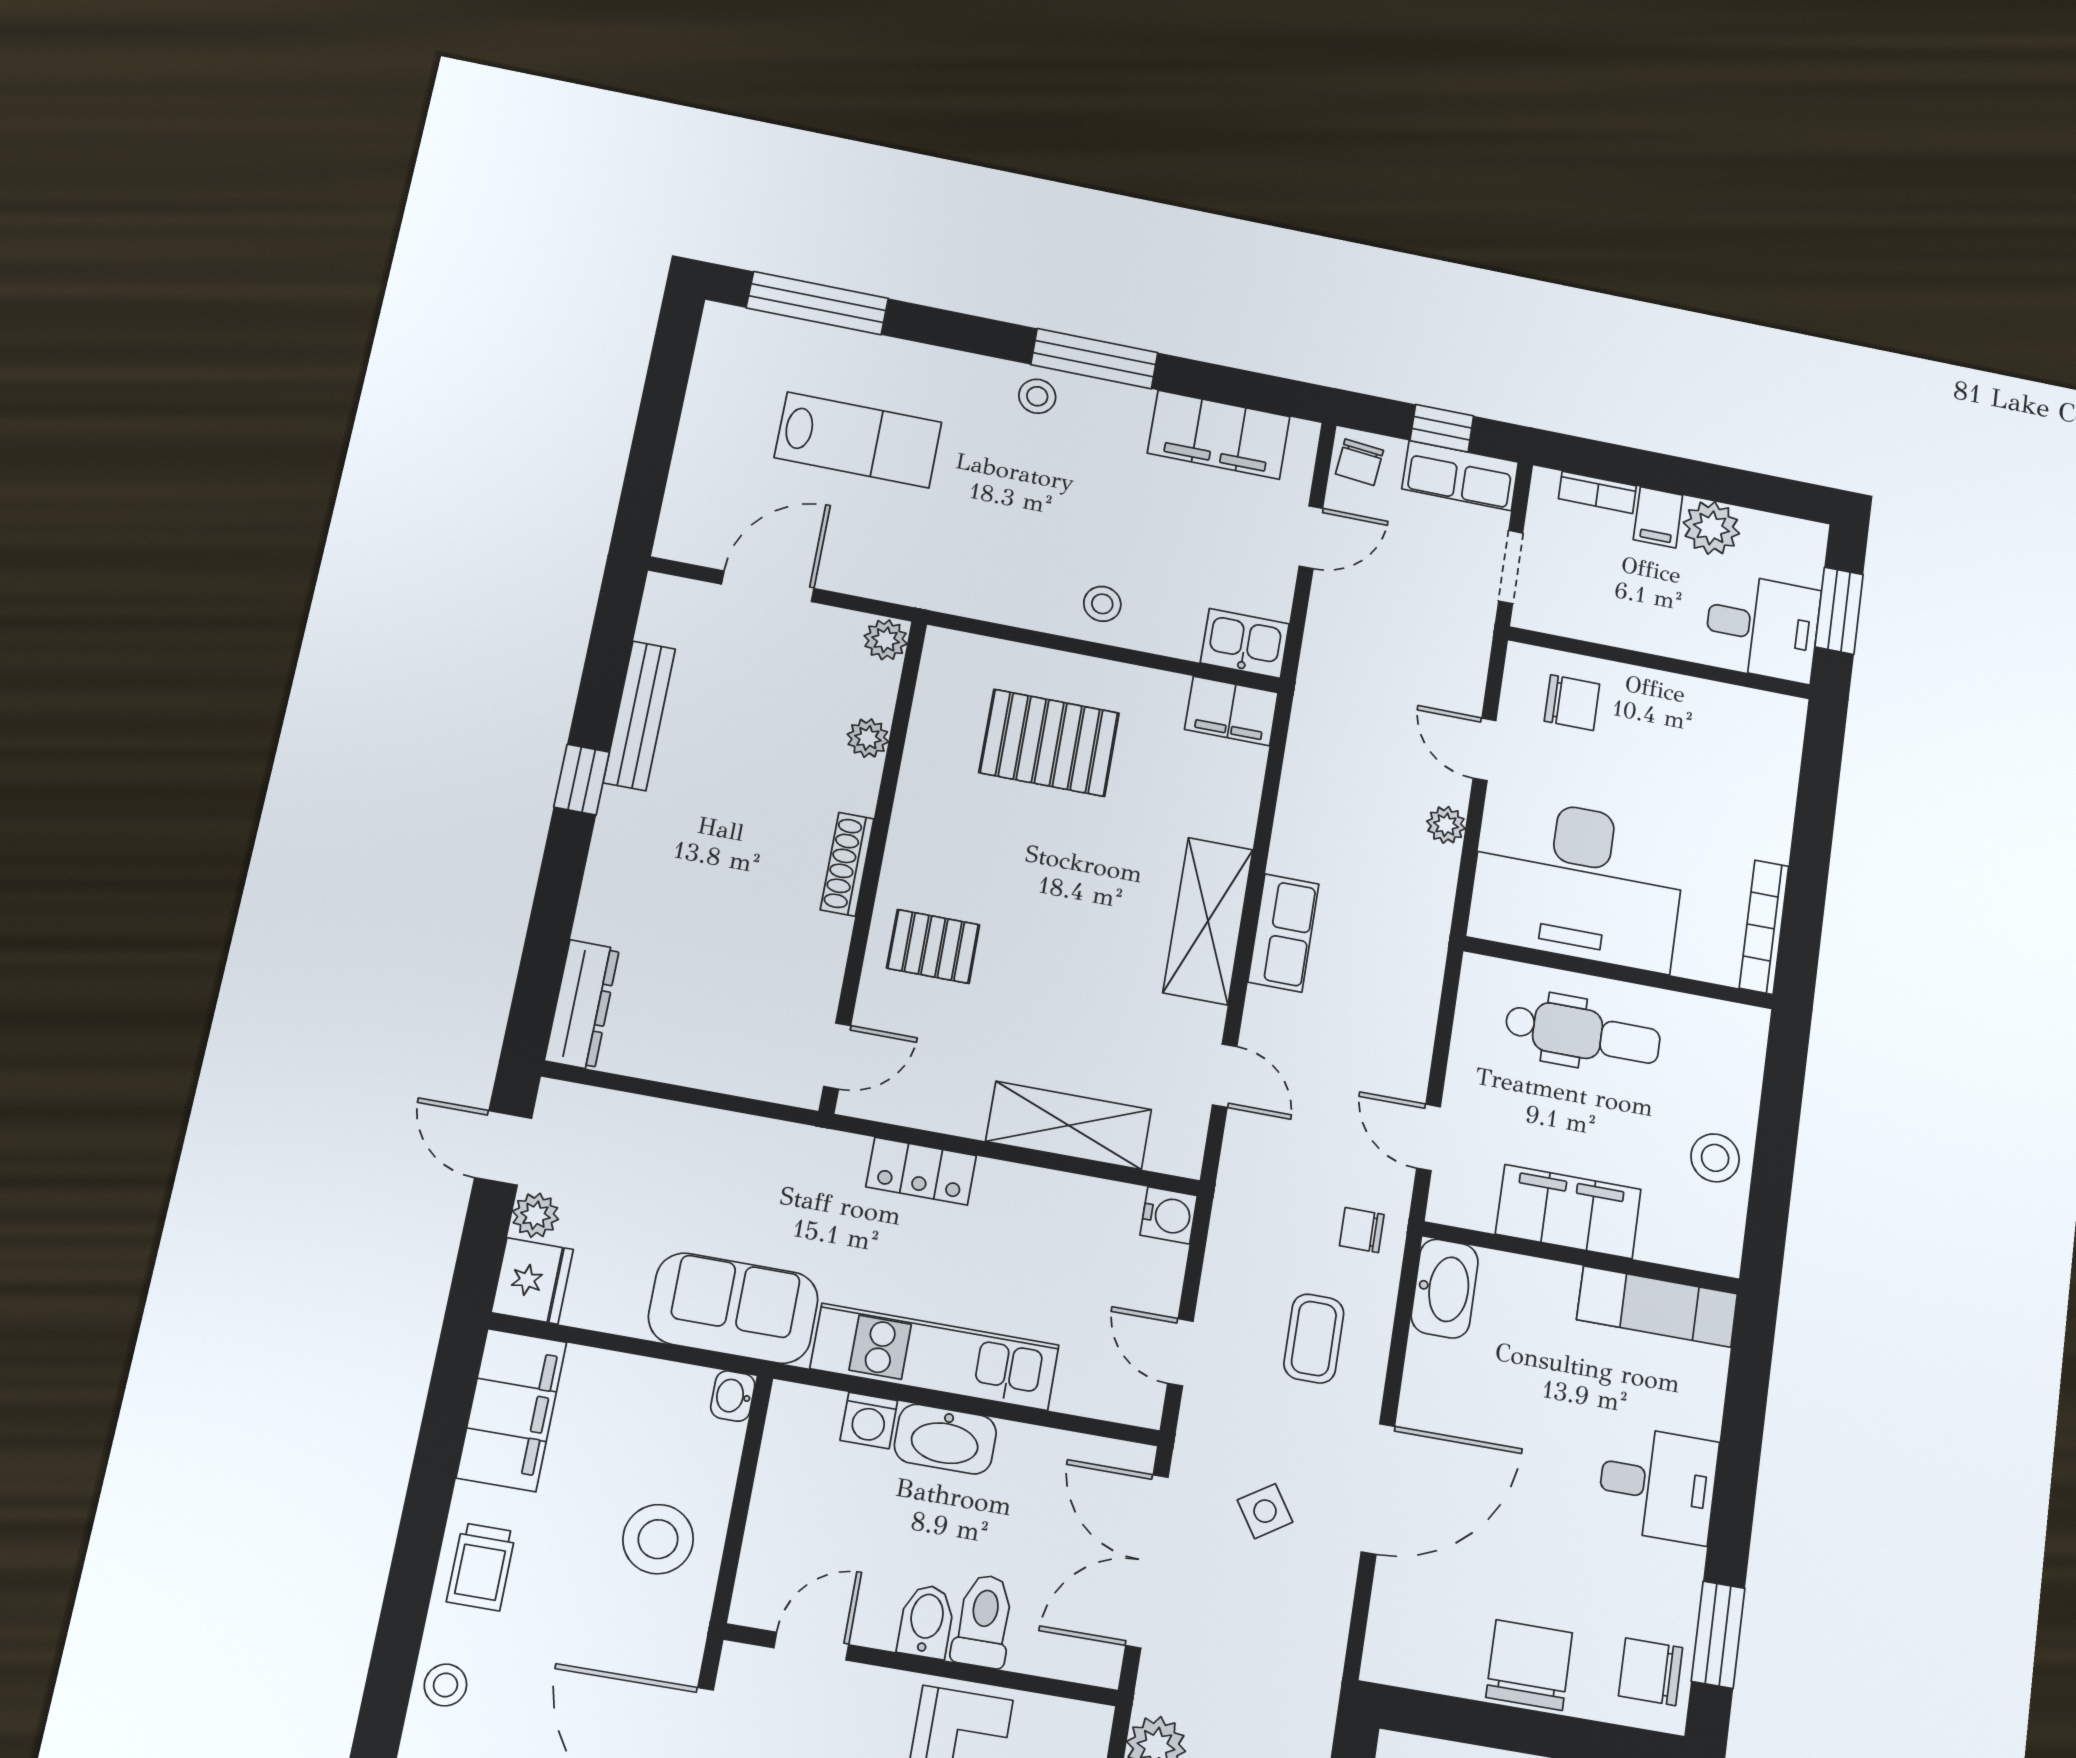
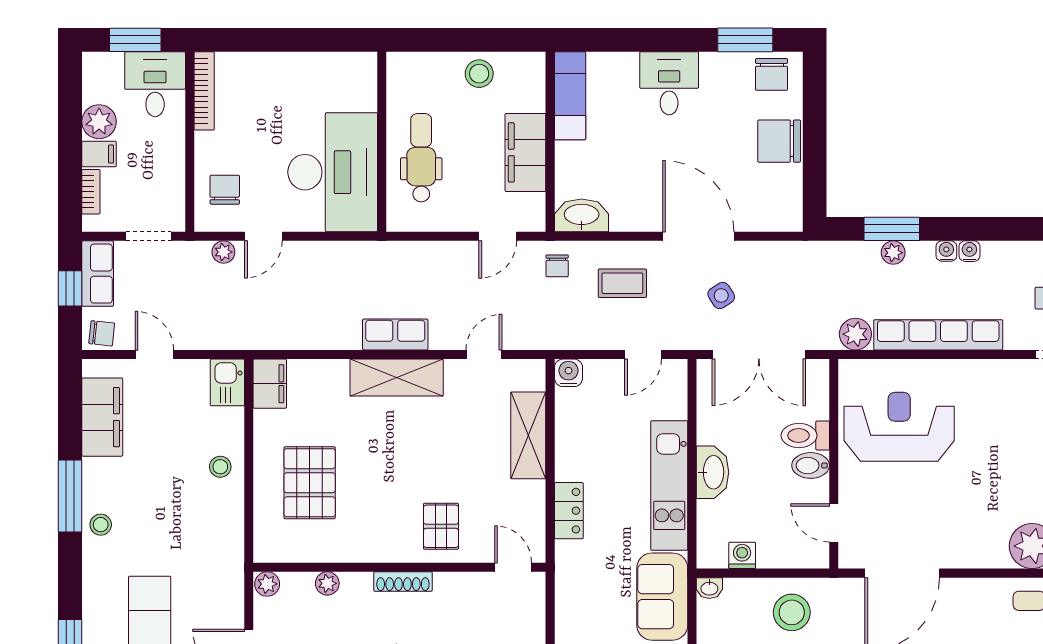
plant: (1446, 825) -> (223, 252), moved
bookcase: (1764, 927) -> (204, 91), moved, turned -90
washing machine: (869, 1420) -> (742, 555), moved, turned -90

